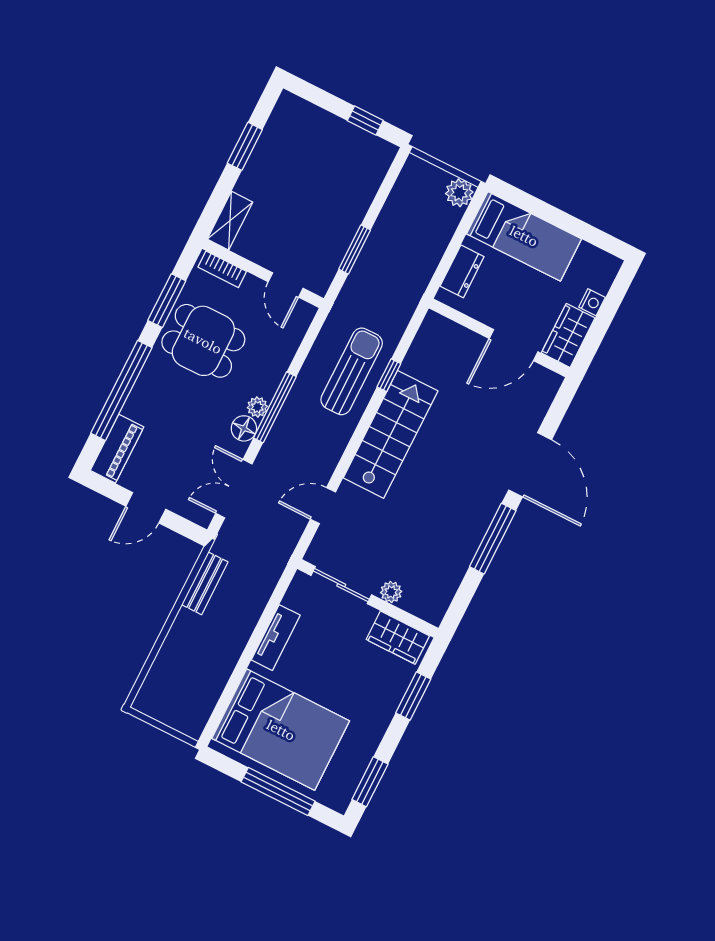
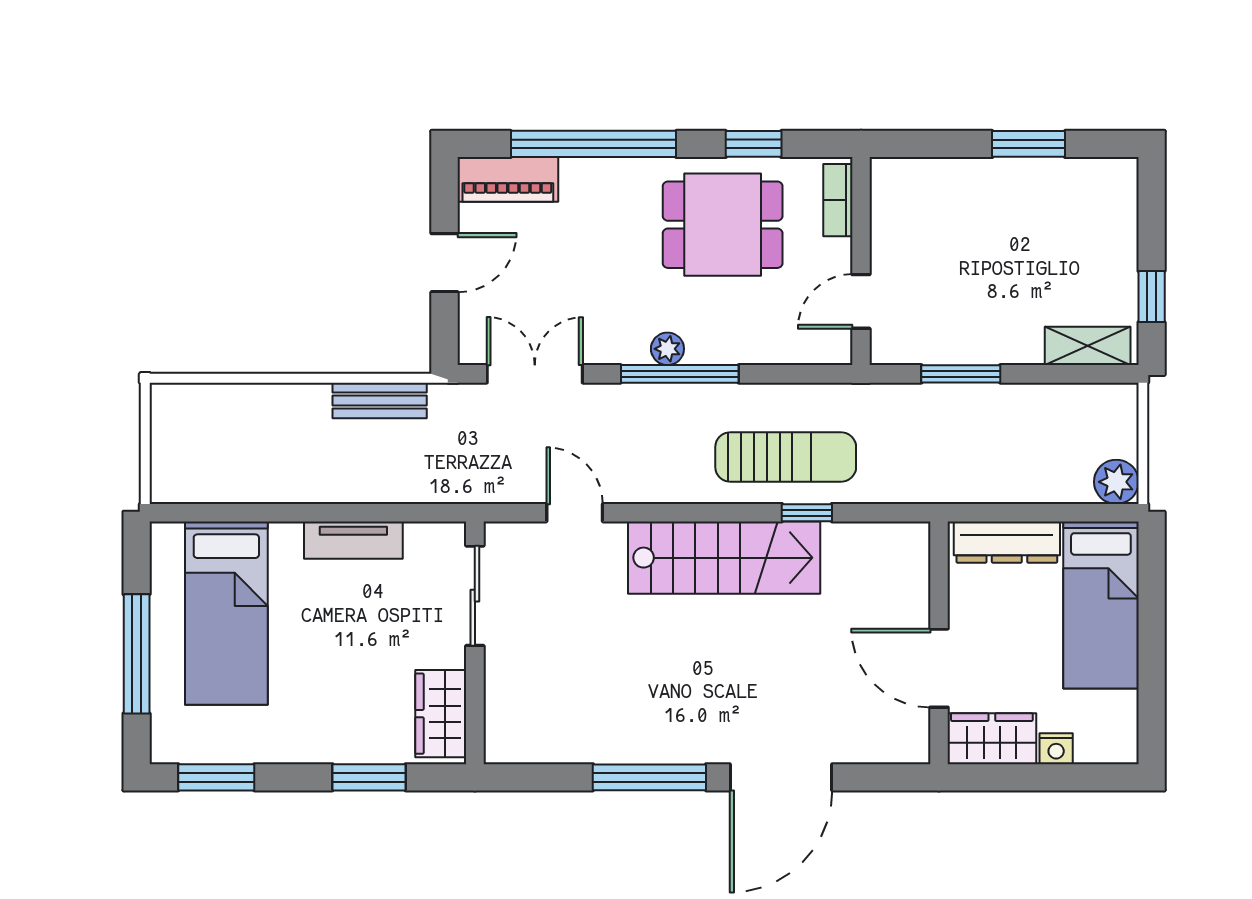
shelving: (230, 221) -> (1088, 346), moved
dresser: (462, 271) -> (1007, 542), width x1.44
window: (167, 301) -> (754, 144), width x0.67
dining table: (203, 341) -> (723, 225), turned 90
floor lamp: (244, 428) -> (627, 345), removed
door: (146, 508) -> (445, 263), swing flipped
plant: (391, 592) -> (501, 671), removed
bed: (281, 730) -> (226, 613), width x0.67

